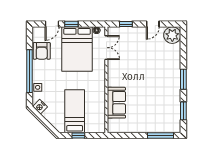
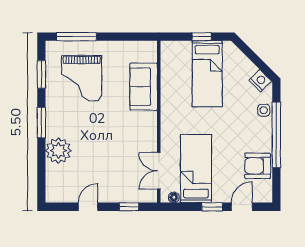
plant: (172, 35) -> (58, 151), moved
bed: (77, 49) -> (196, 169), width x0.67
armchair: (42, 51) -> (258, 166), turned -90
grand piano: (157, 108) -> (82, 78), added

